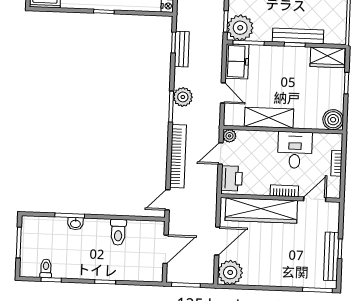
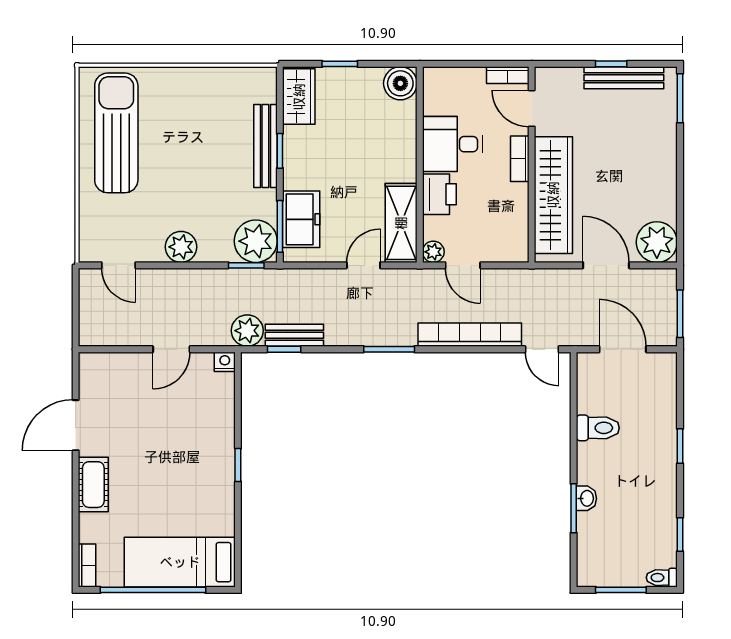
freezer: (237, 61) -> (301, 219), moved, turned 90
plant: (183, 97) -> (247, 331), moved
shelving: (269, 118) -> (401, 223), moved
bookcase: (336, 163) -> (508, 75), moved
printer: (232, 178) -> (439, 194), moved, turned 90
toilet: (46, 268) -> (662, 578), moved

